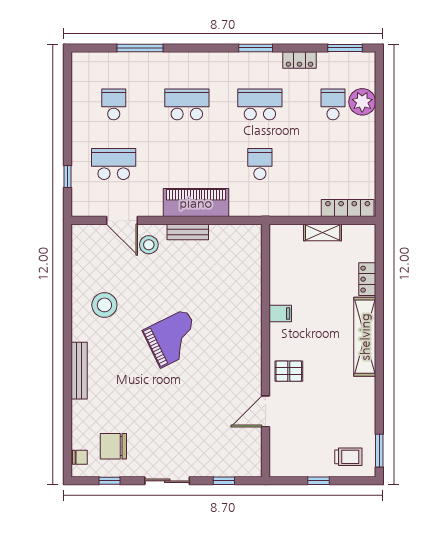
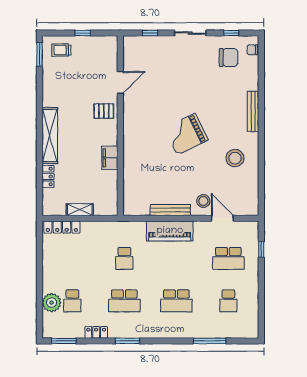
bench: (188, 232) -> (170, 210), width x1.36
filing cabinet: (280, 314) -> (110, 158), width x2.00

